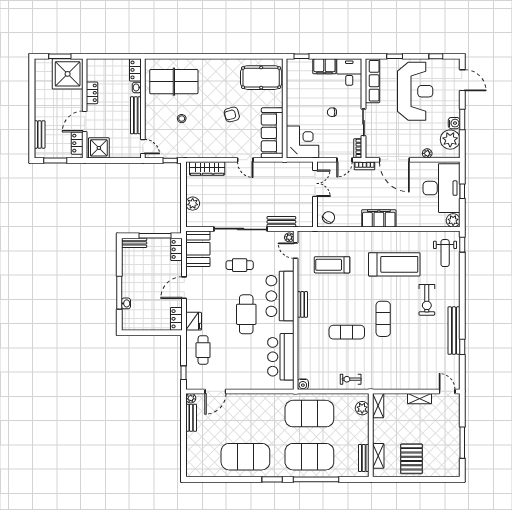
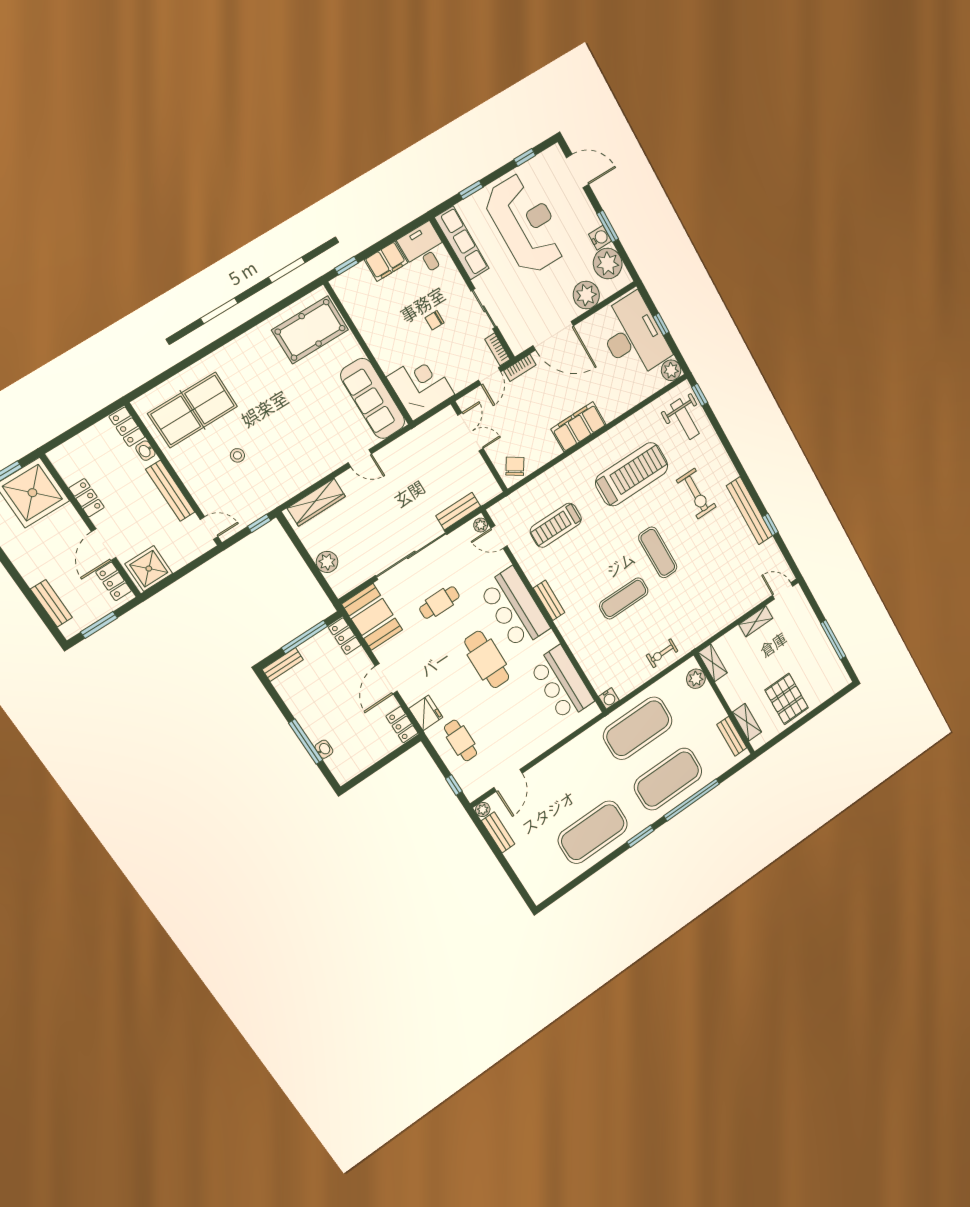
armchair: (232, 114) -> (303, 407), removed
plant: (427, 153) -> (586, 295), width x1.88, depth x1.88

